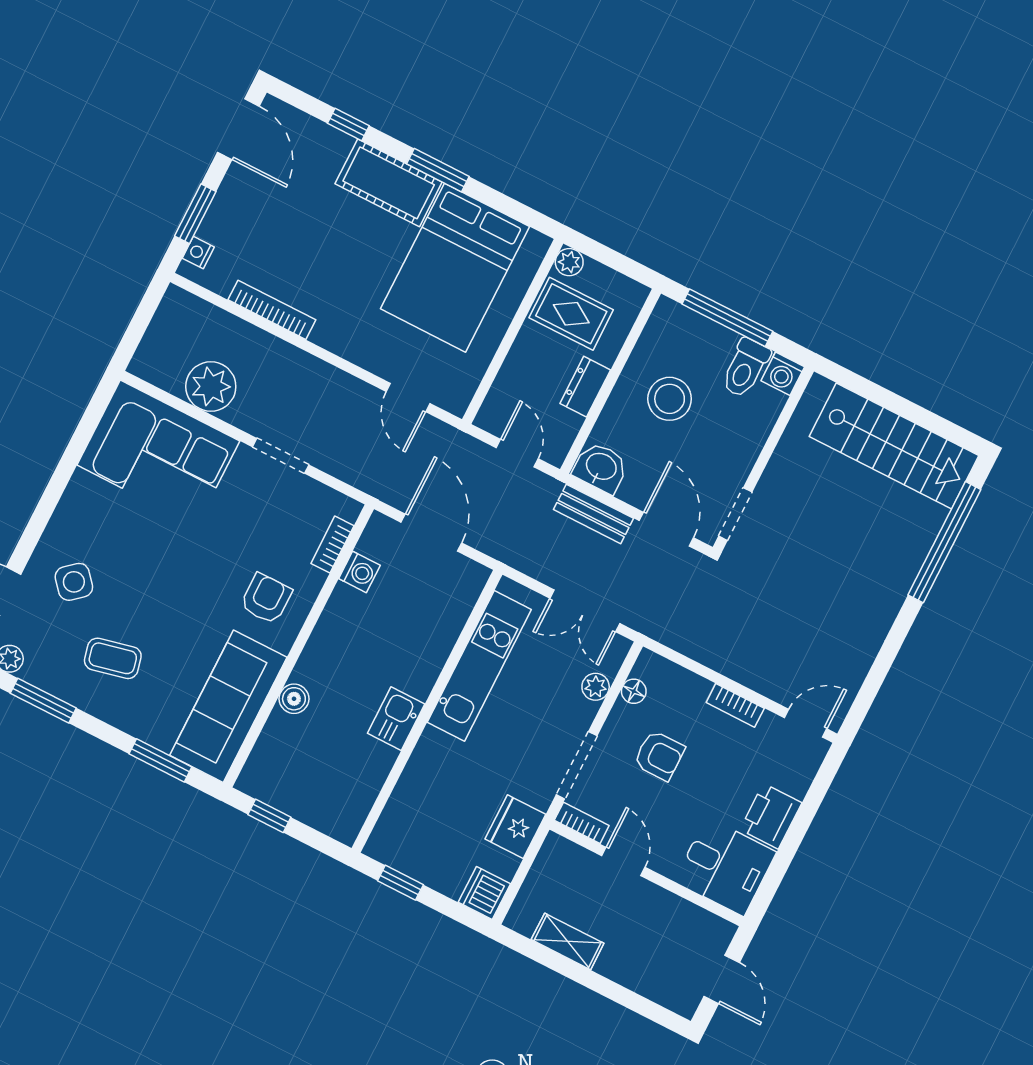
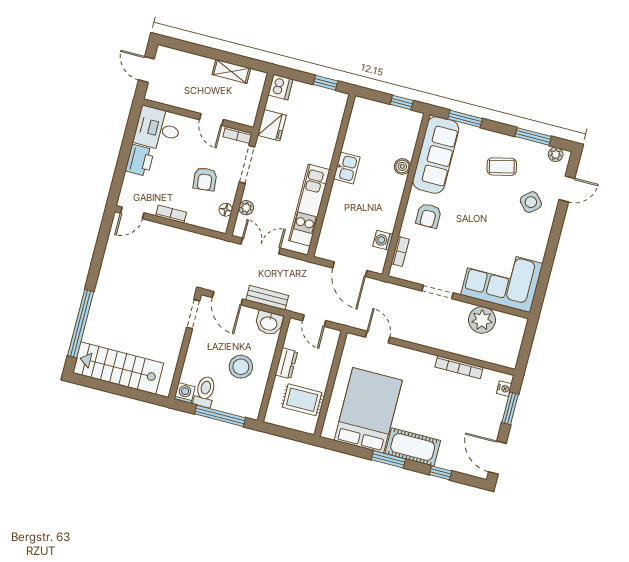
plant: (569, 262) -> (309, 426), removed
armchair: (659, 755) -> (205, 179), turned -96

